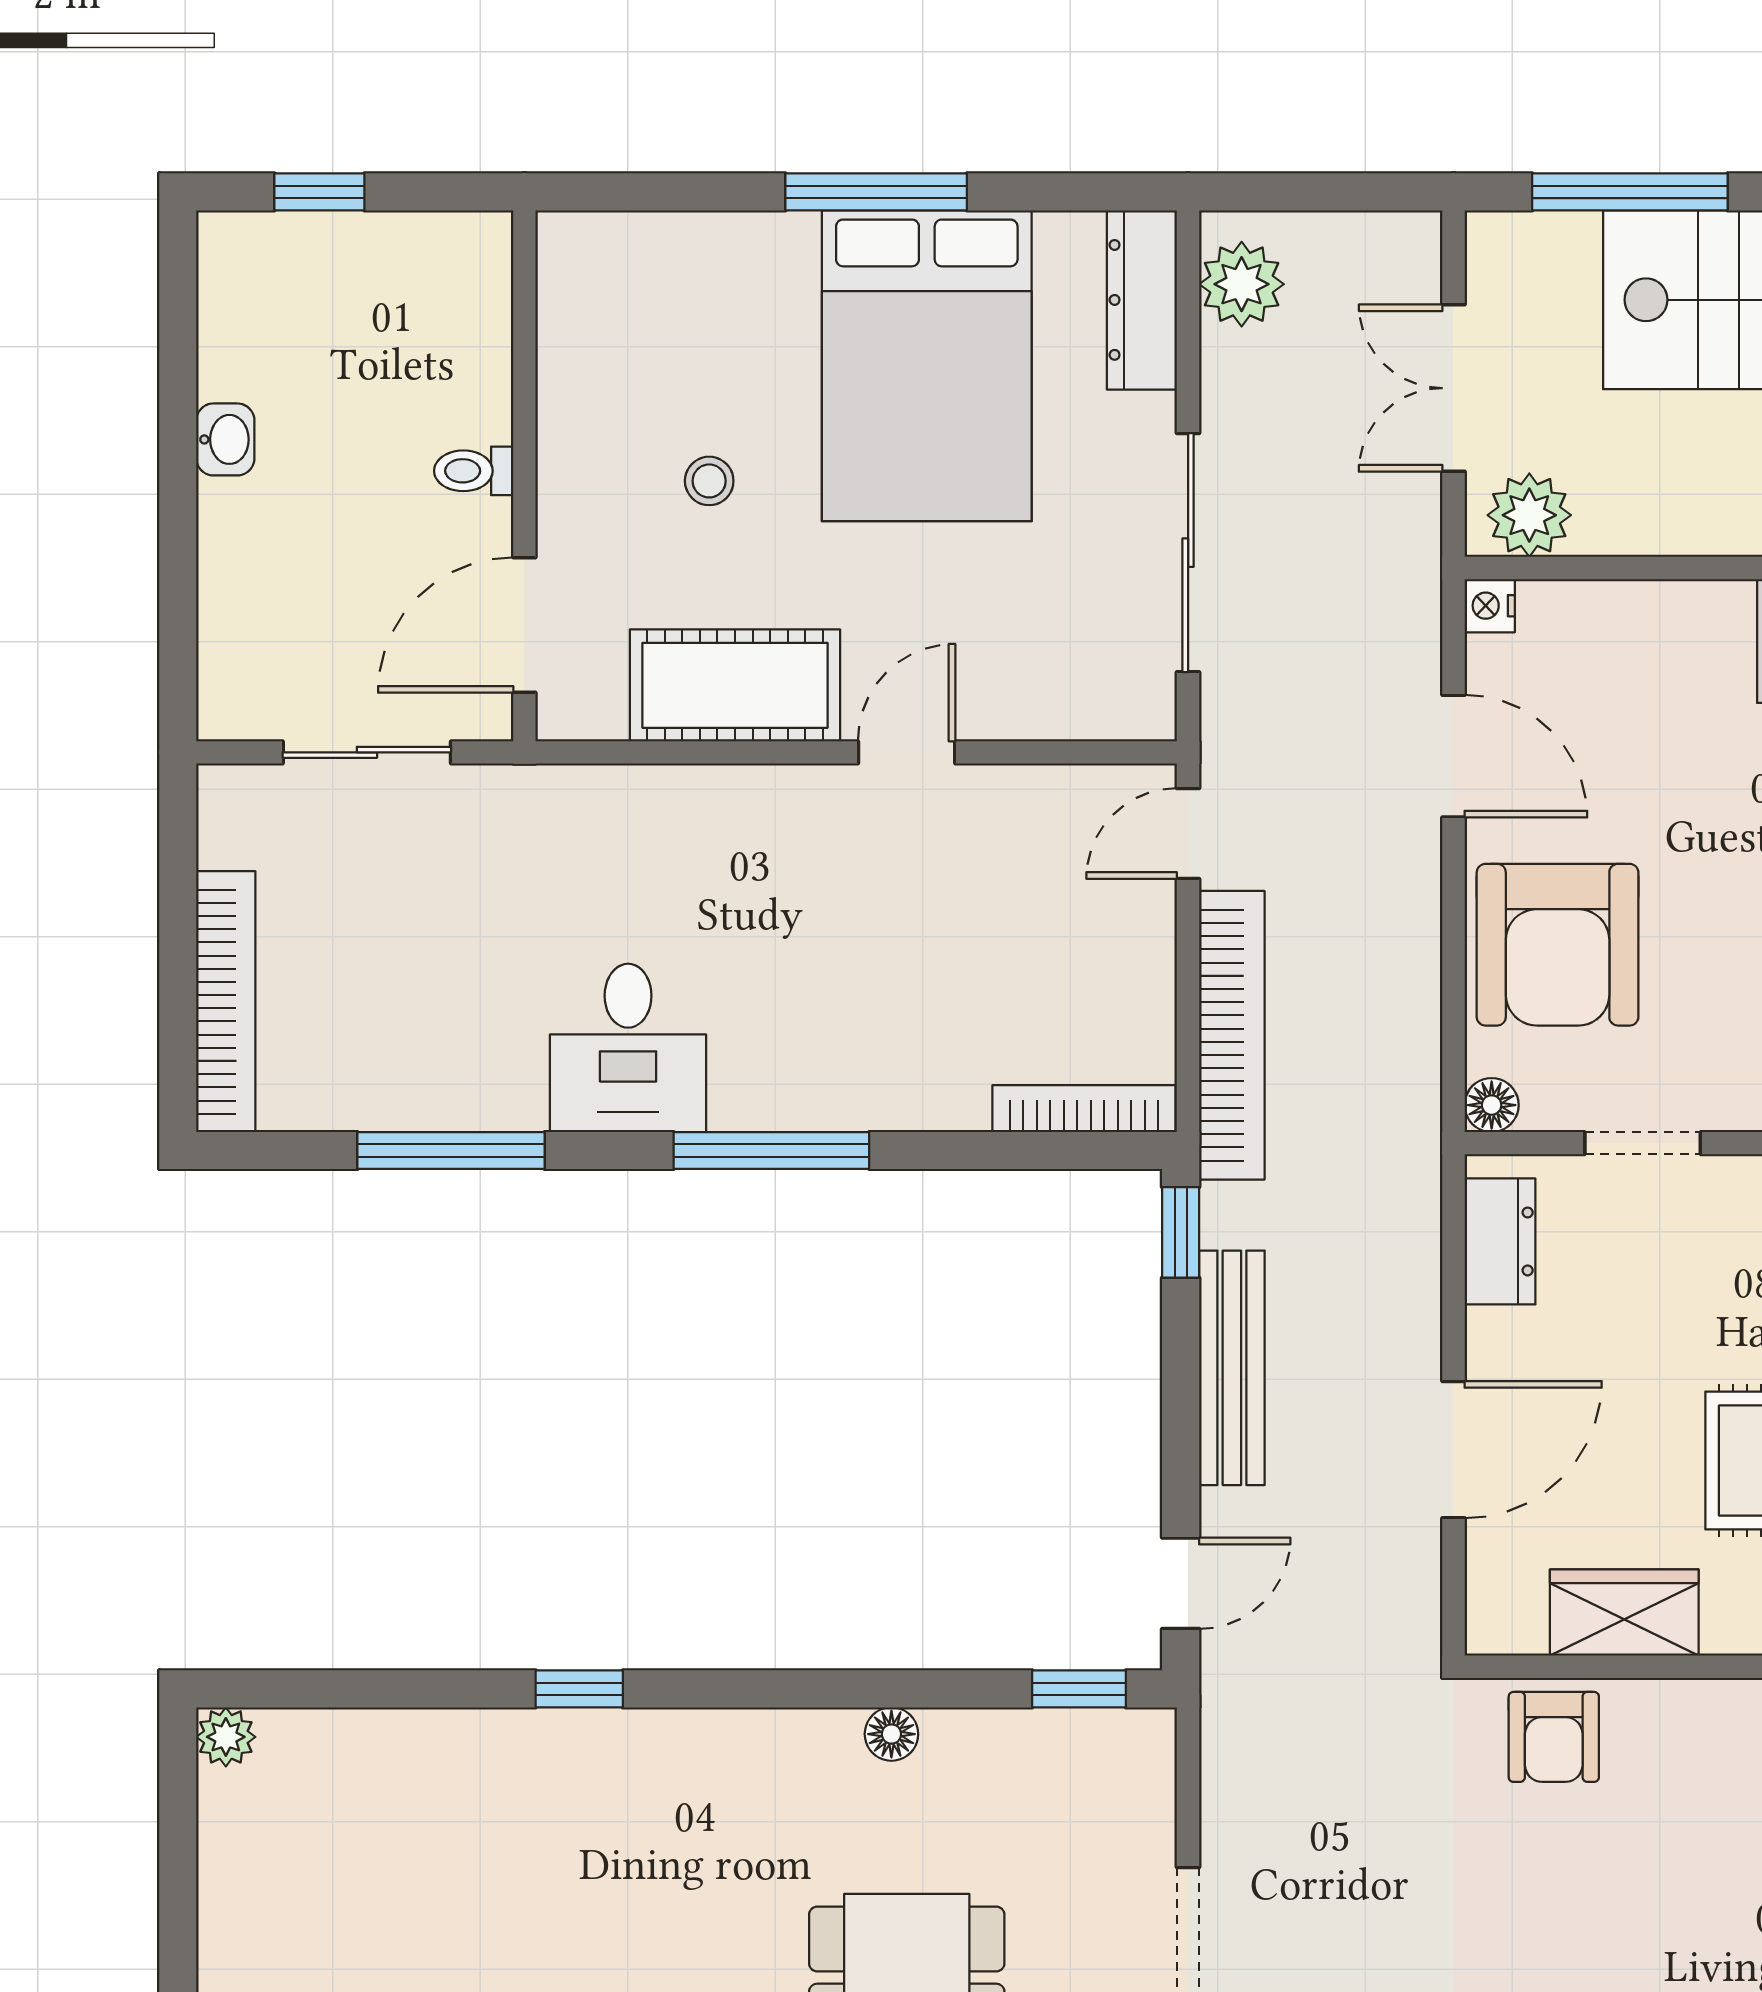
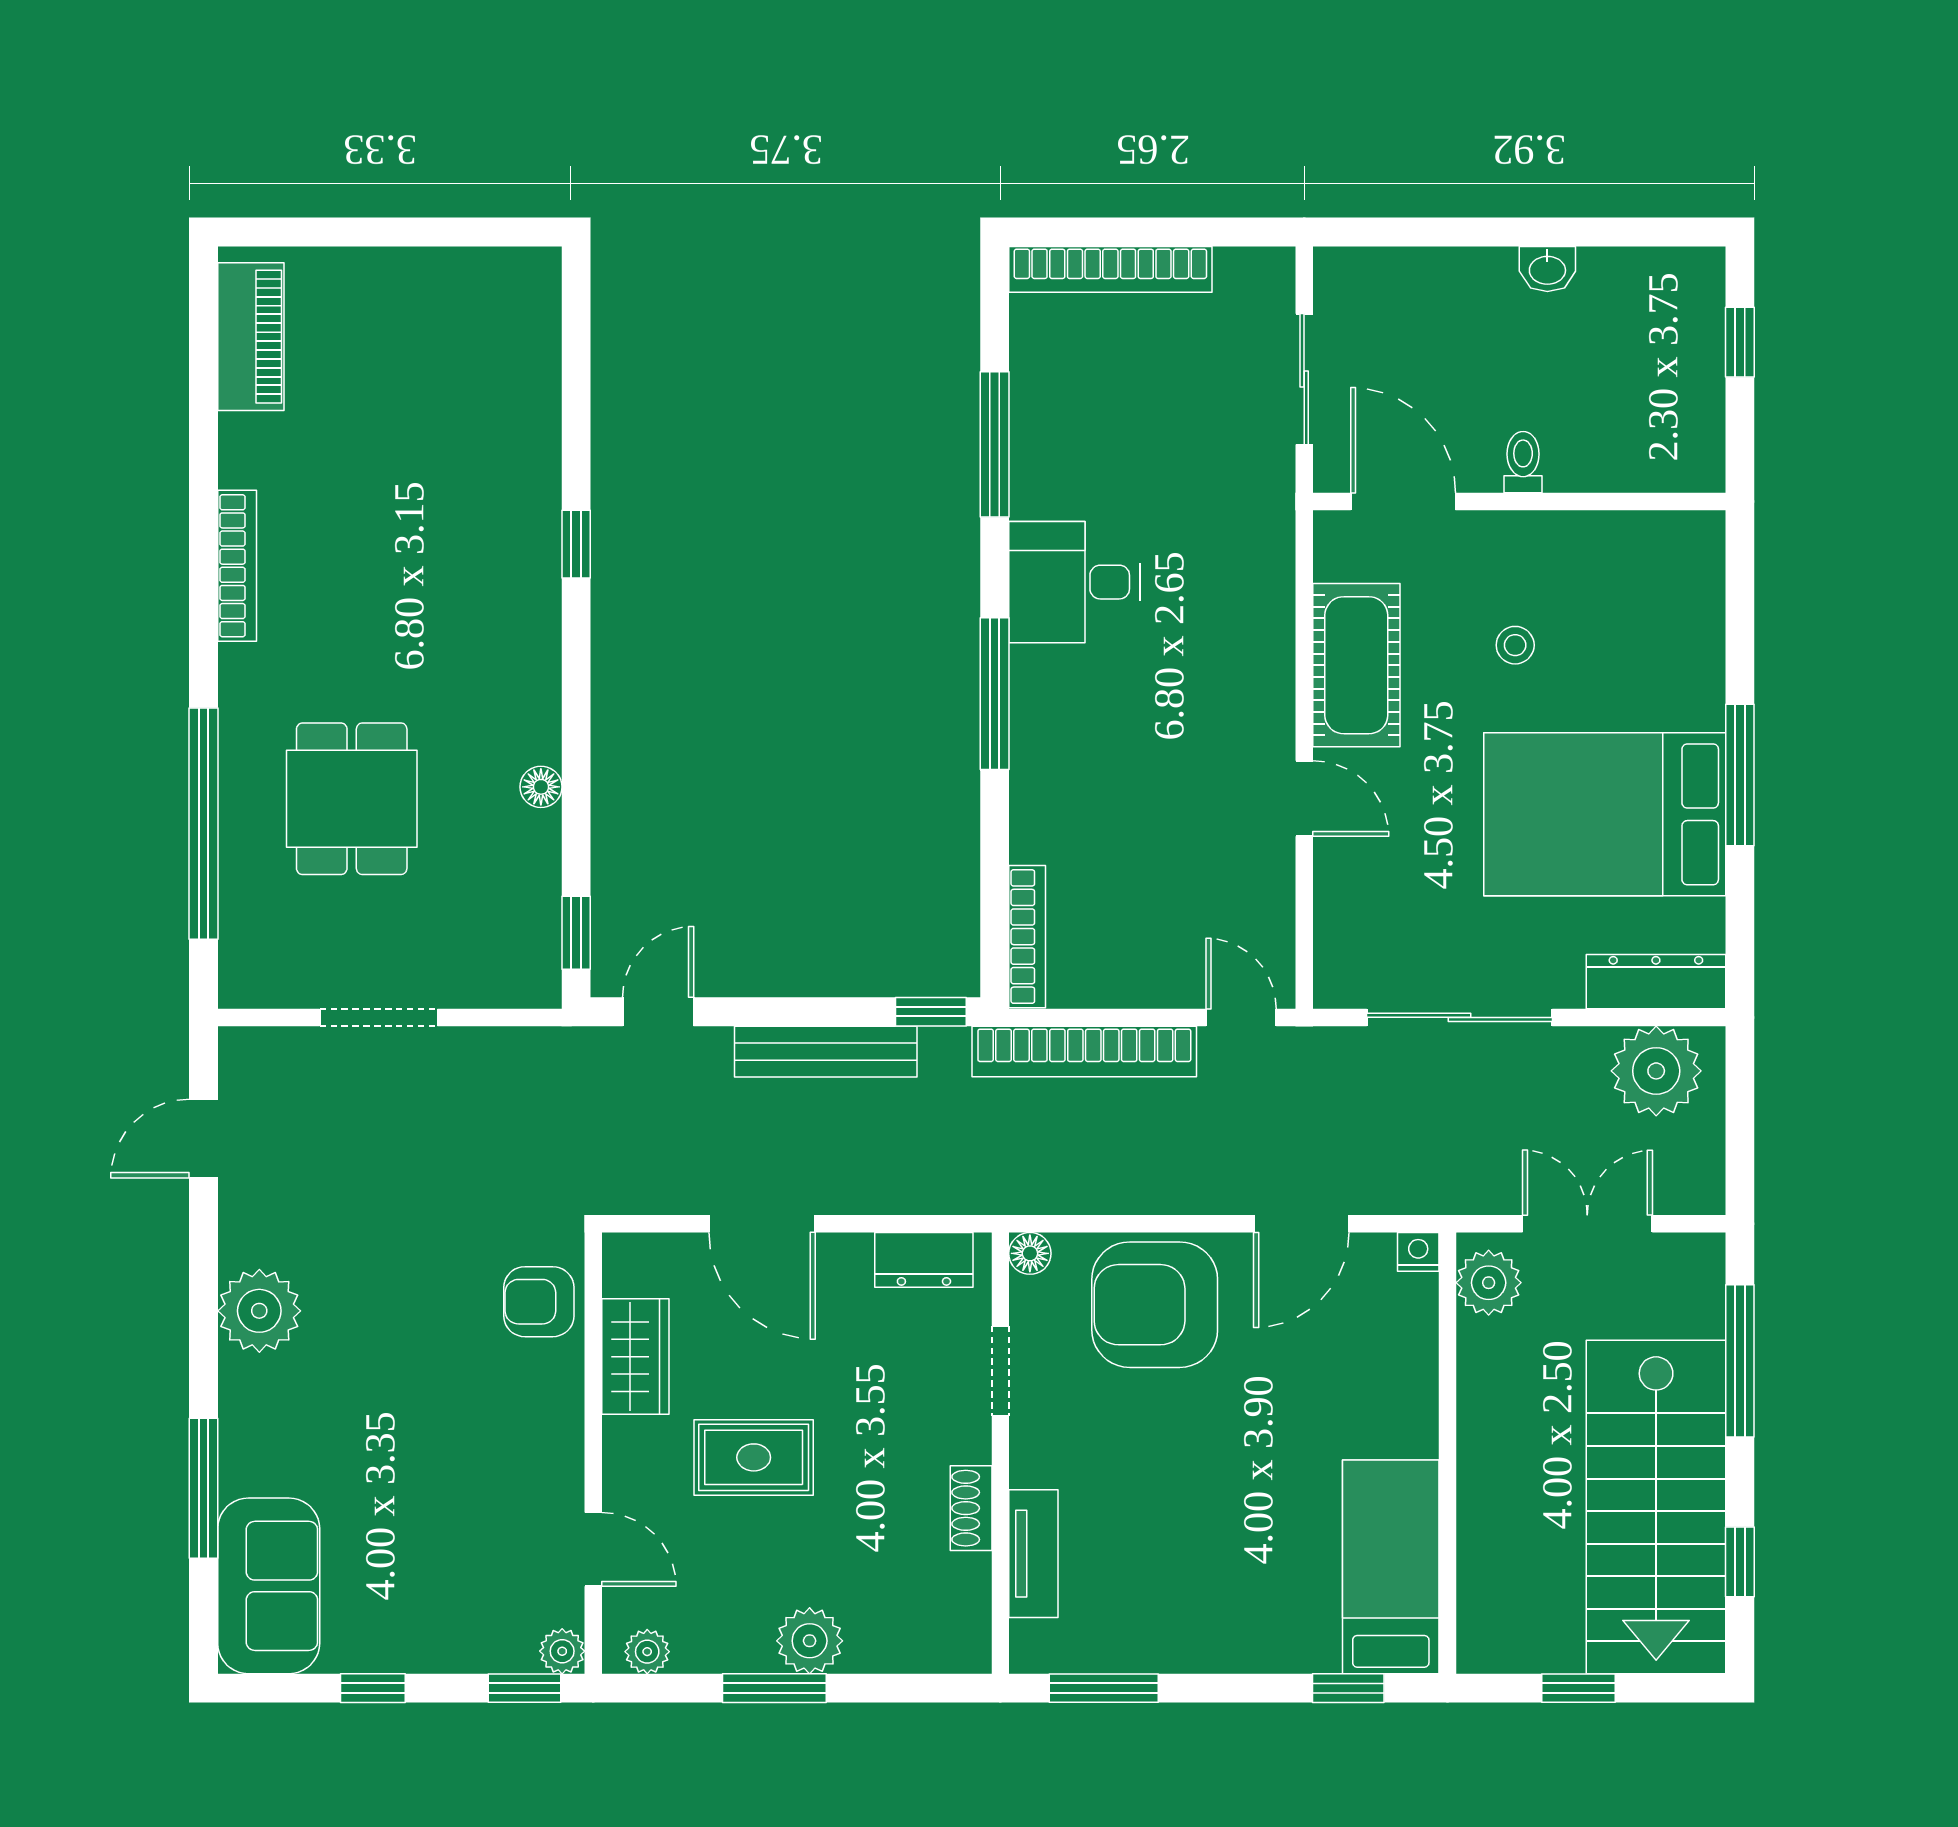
plant: (1242, 284) -> (1656, 1071), width x1.36, depth x1.36
door: (1181, 1583) -> (658, 1012), swing flipped
plant: (226, 1737) -> (539, 269), removed

